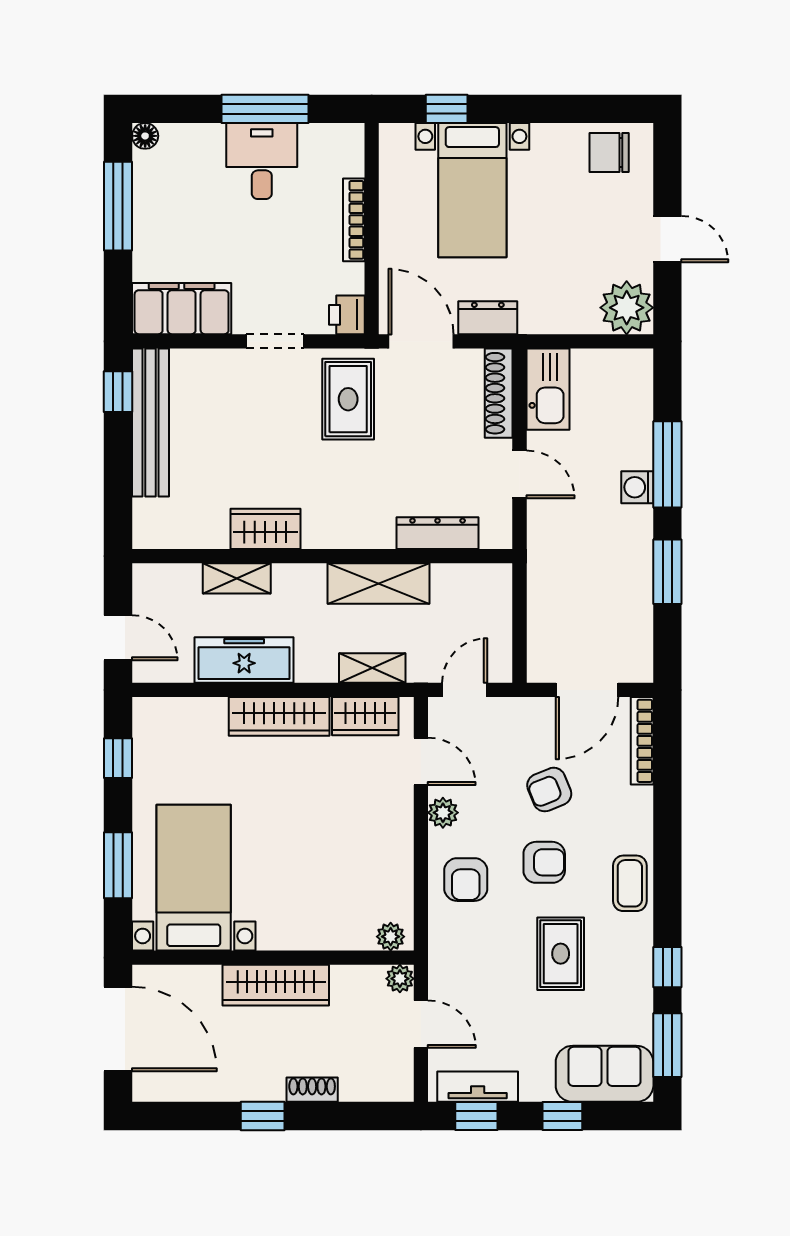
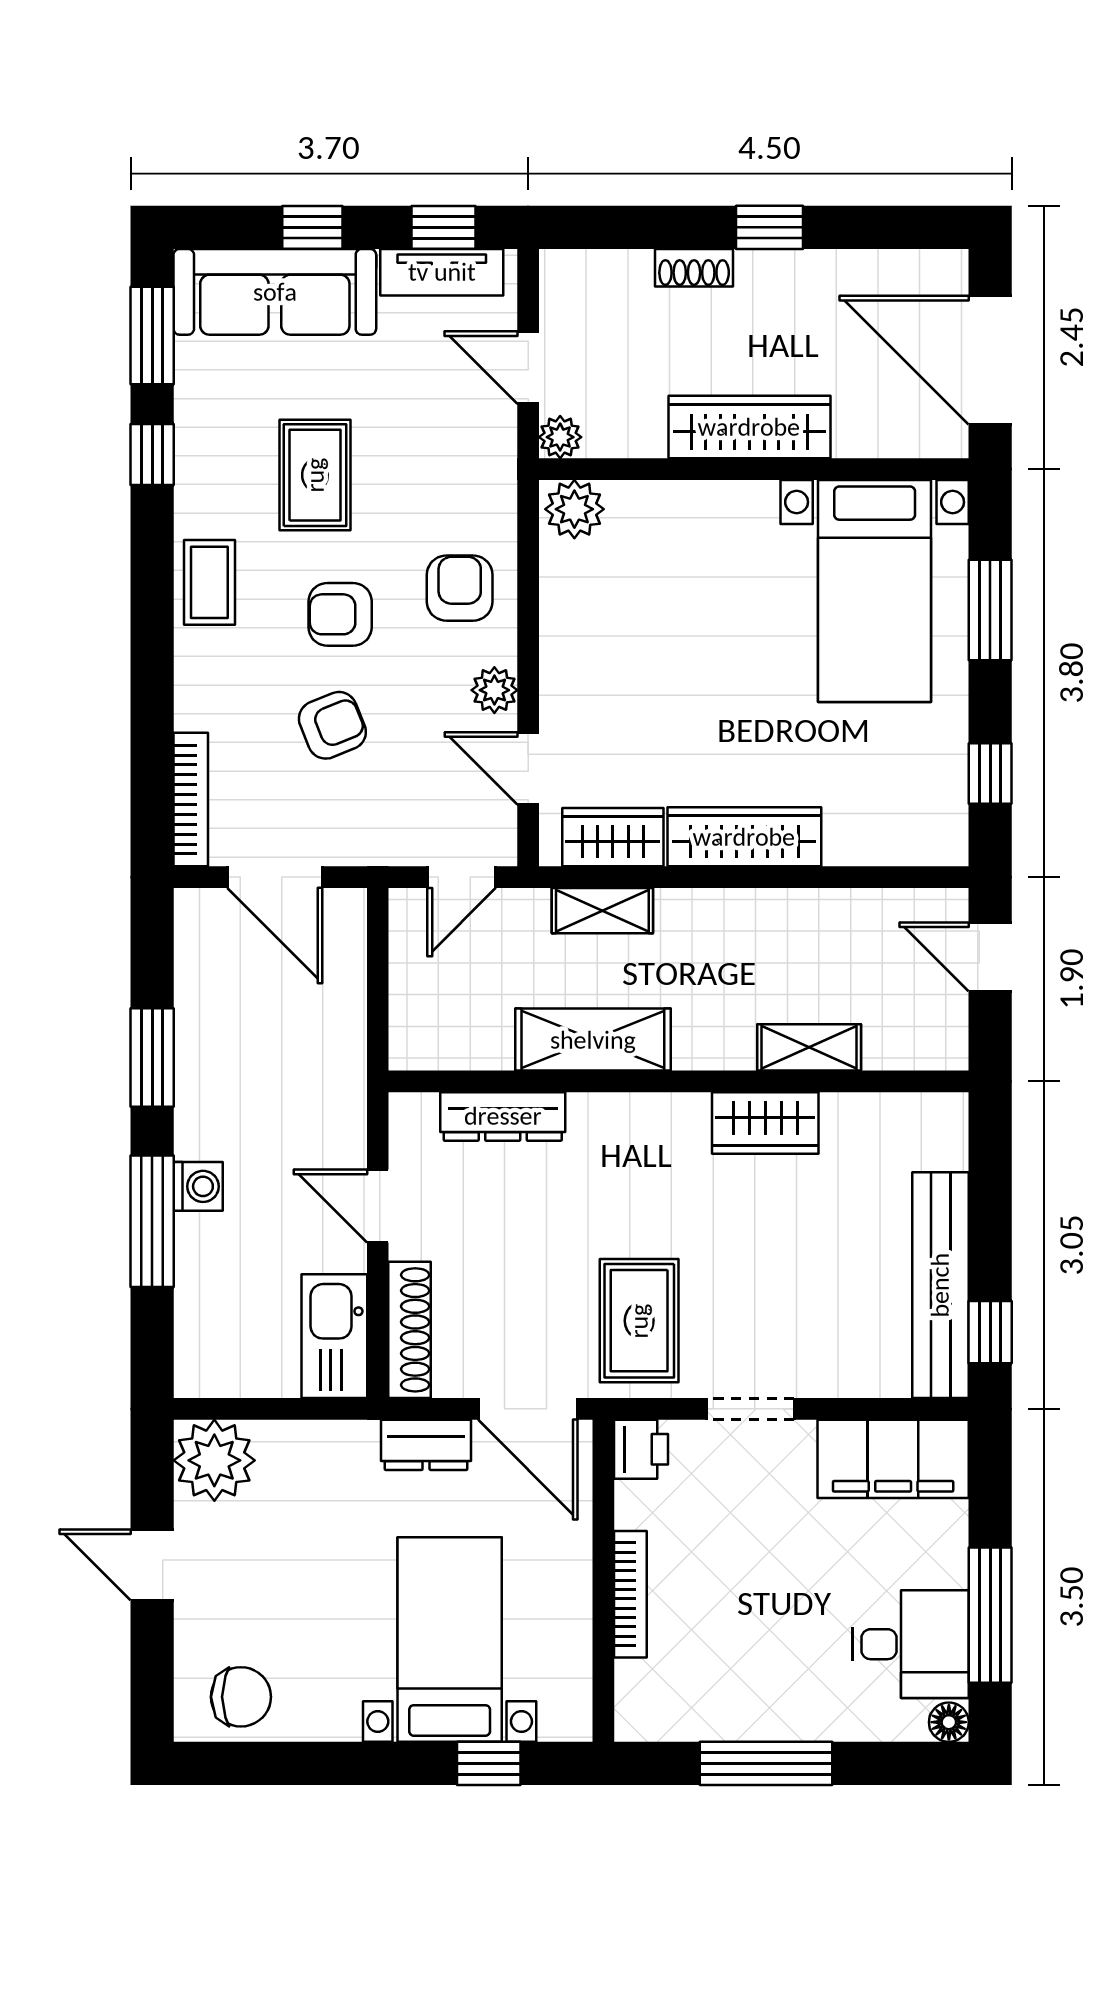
desk: (262, 161) -> (910, 1644), moved, turned -90
freezer: (244, 660) -> (798, 923), removed
door: (587, 690) -> (275, 877), swing flipped
plant: (391, 937) -> (574, 509), width x1.38, depth x1.38
sofa: (605, 1074) -> (275, 292), width x1.36

